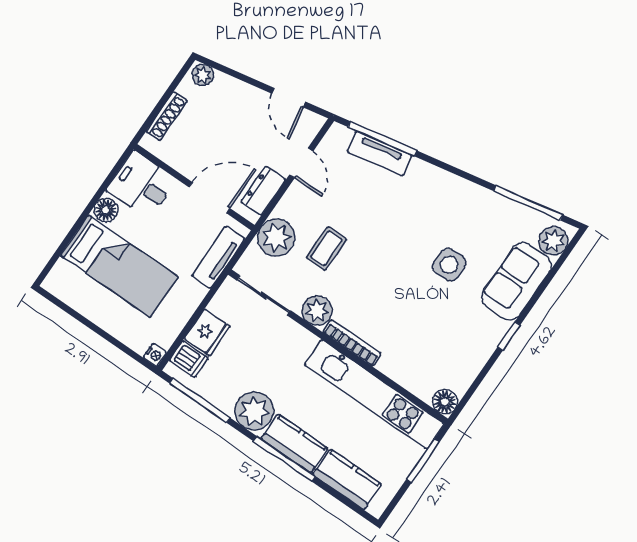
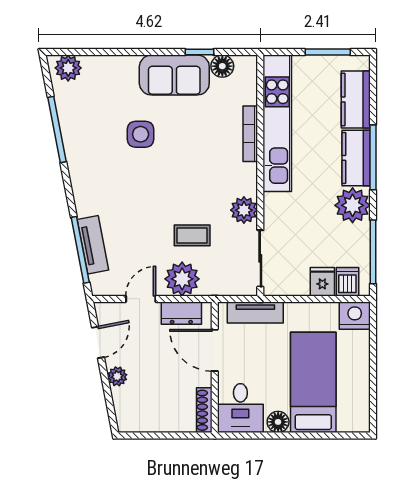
plant: (203, 75) -> (117, 376), moved
shoe rack: (167, 116) -> (204, 410), moved, turned -90
window: (528, 203) -> (57, 130), moved
plant: (276, 238) -> (182, 279), moved
sofa: (516, 281) -> (174, 75), moved
fridge: (207, 332) -> (322, 282), width x0.72
window: (509, 336) -> (200, 52), moved
bookcase: (352, 343) -> (250, 134), moved
nightstand: (155, 355) -> (355, 316), width x1.89, depth x1.79
floor lamp: (445, 402) -> (222, 66), moved
window: (423, 461) -> (328, 52), moved

